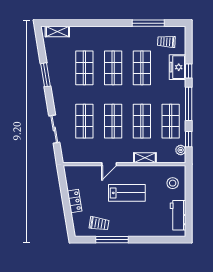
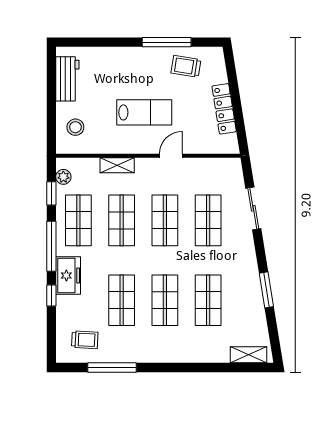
freezer: (178, 67) -> (68, 276), moved
lab bench: (127, 193) -> (144, 112), turned 180
locker: (75, 201) -> (224, 109), width x1.53

